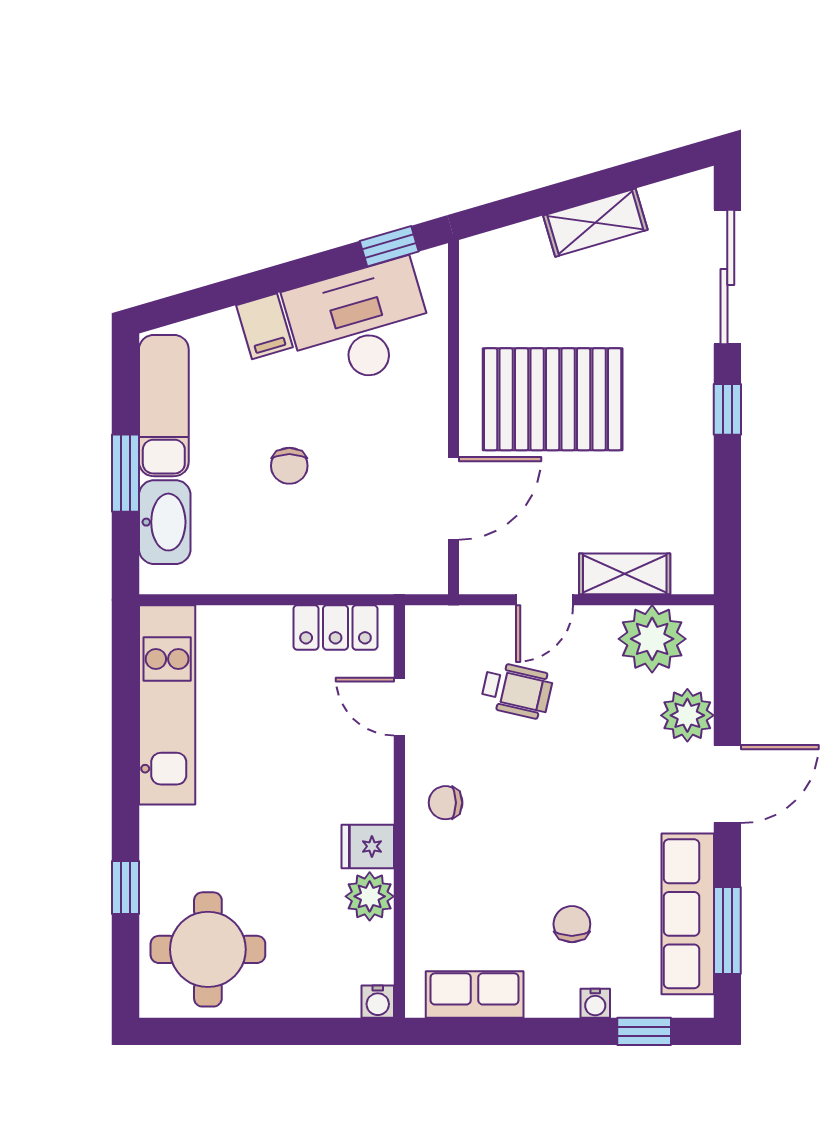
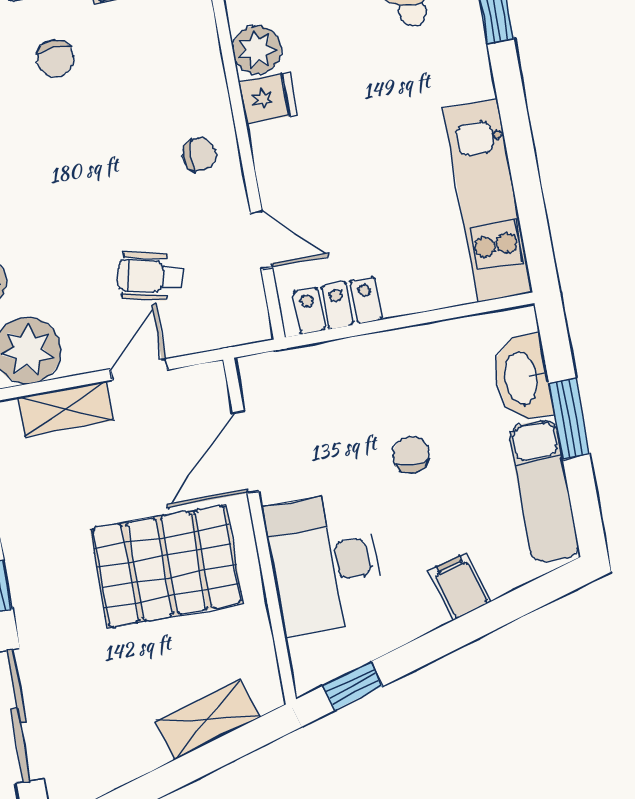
shelving: (595, 223) -> (208, 720), moved
desk: (360, 324) -> (324, 563), moved, turned 106

